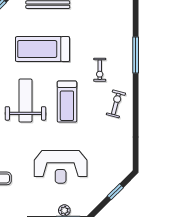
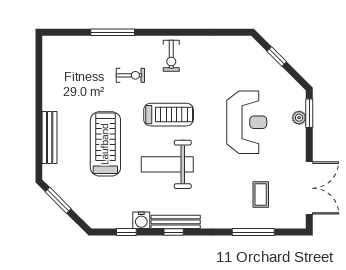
treadmill: (43, 49) -> (105, 144), turned 180
exercise bike: (116, 104) -> (171, 56), turned -105

